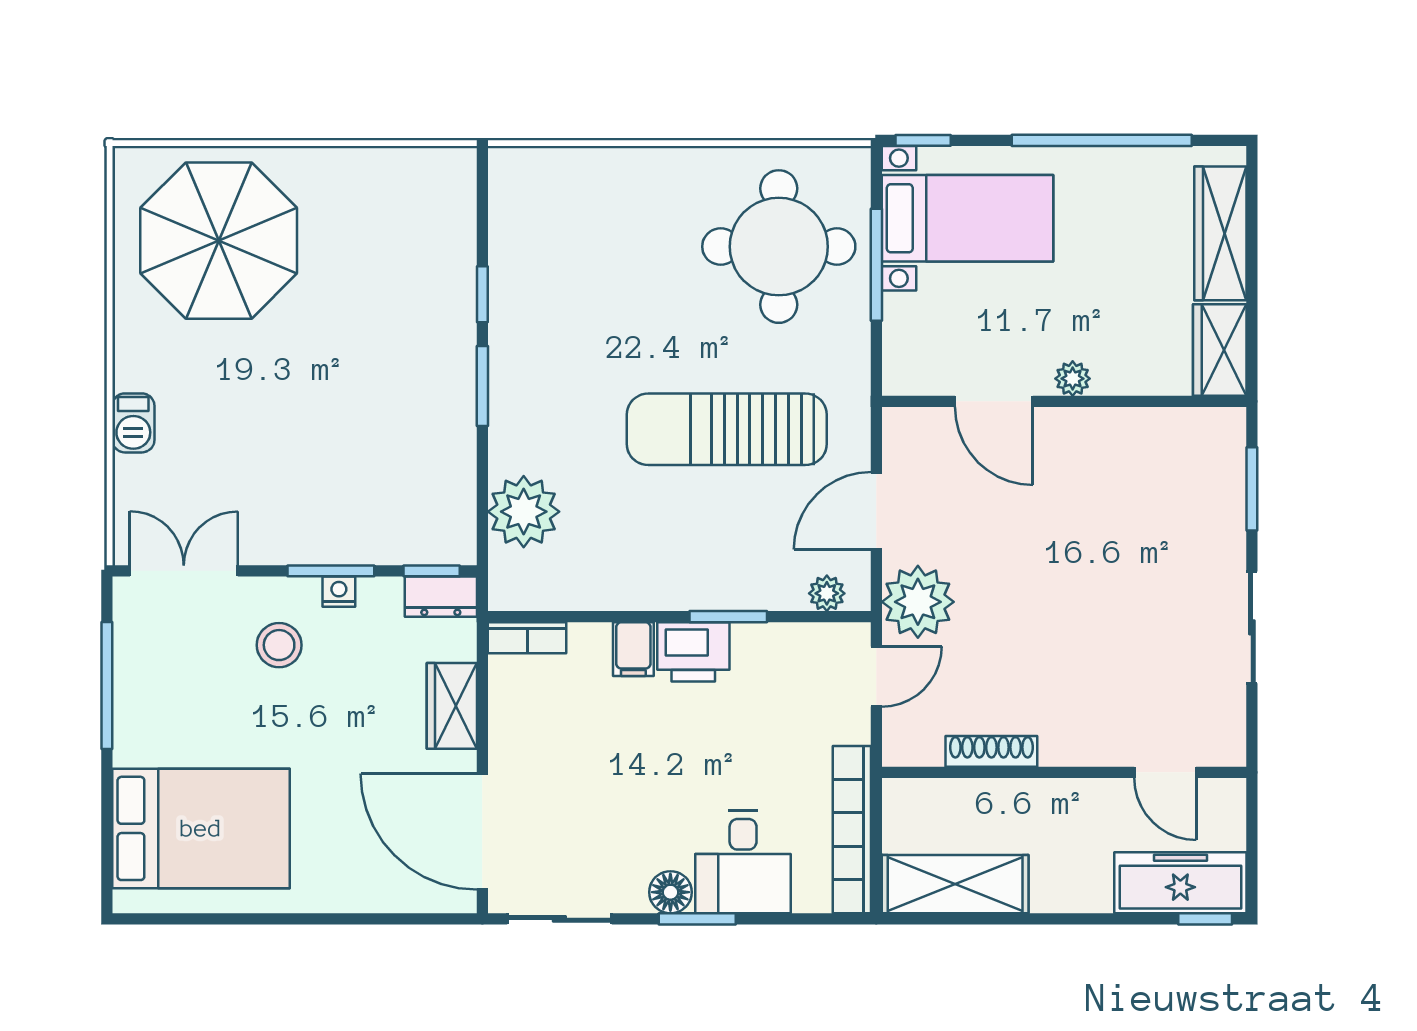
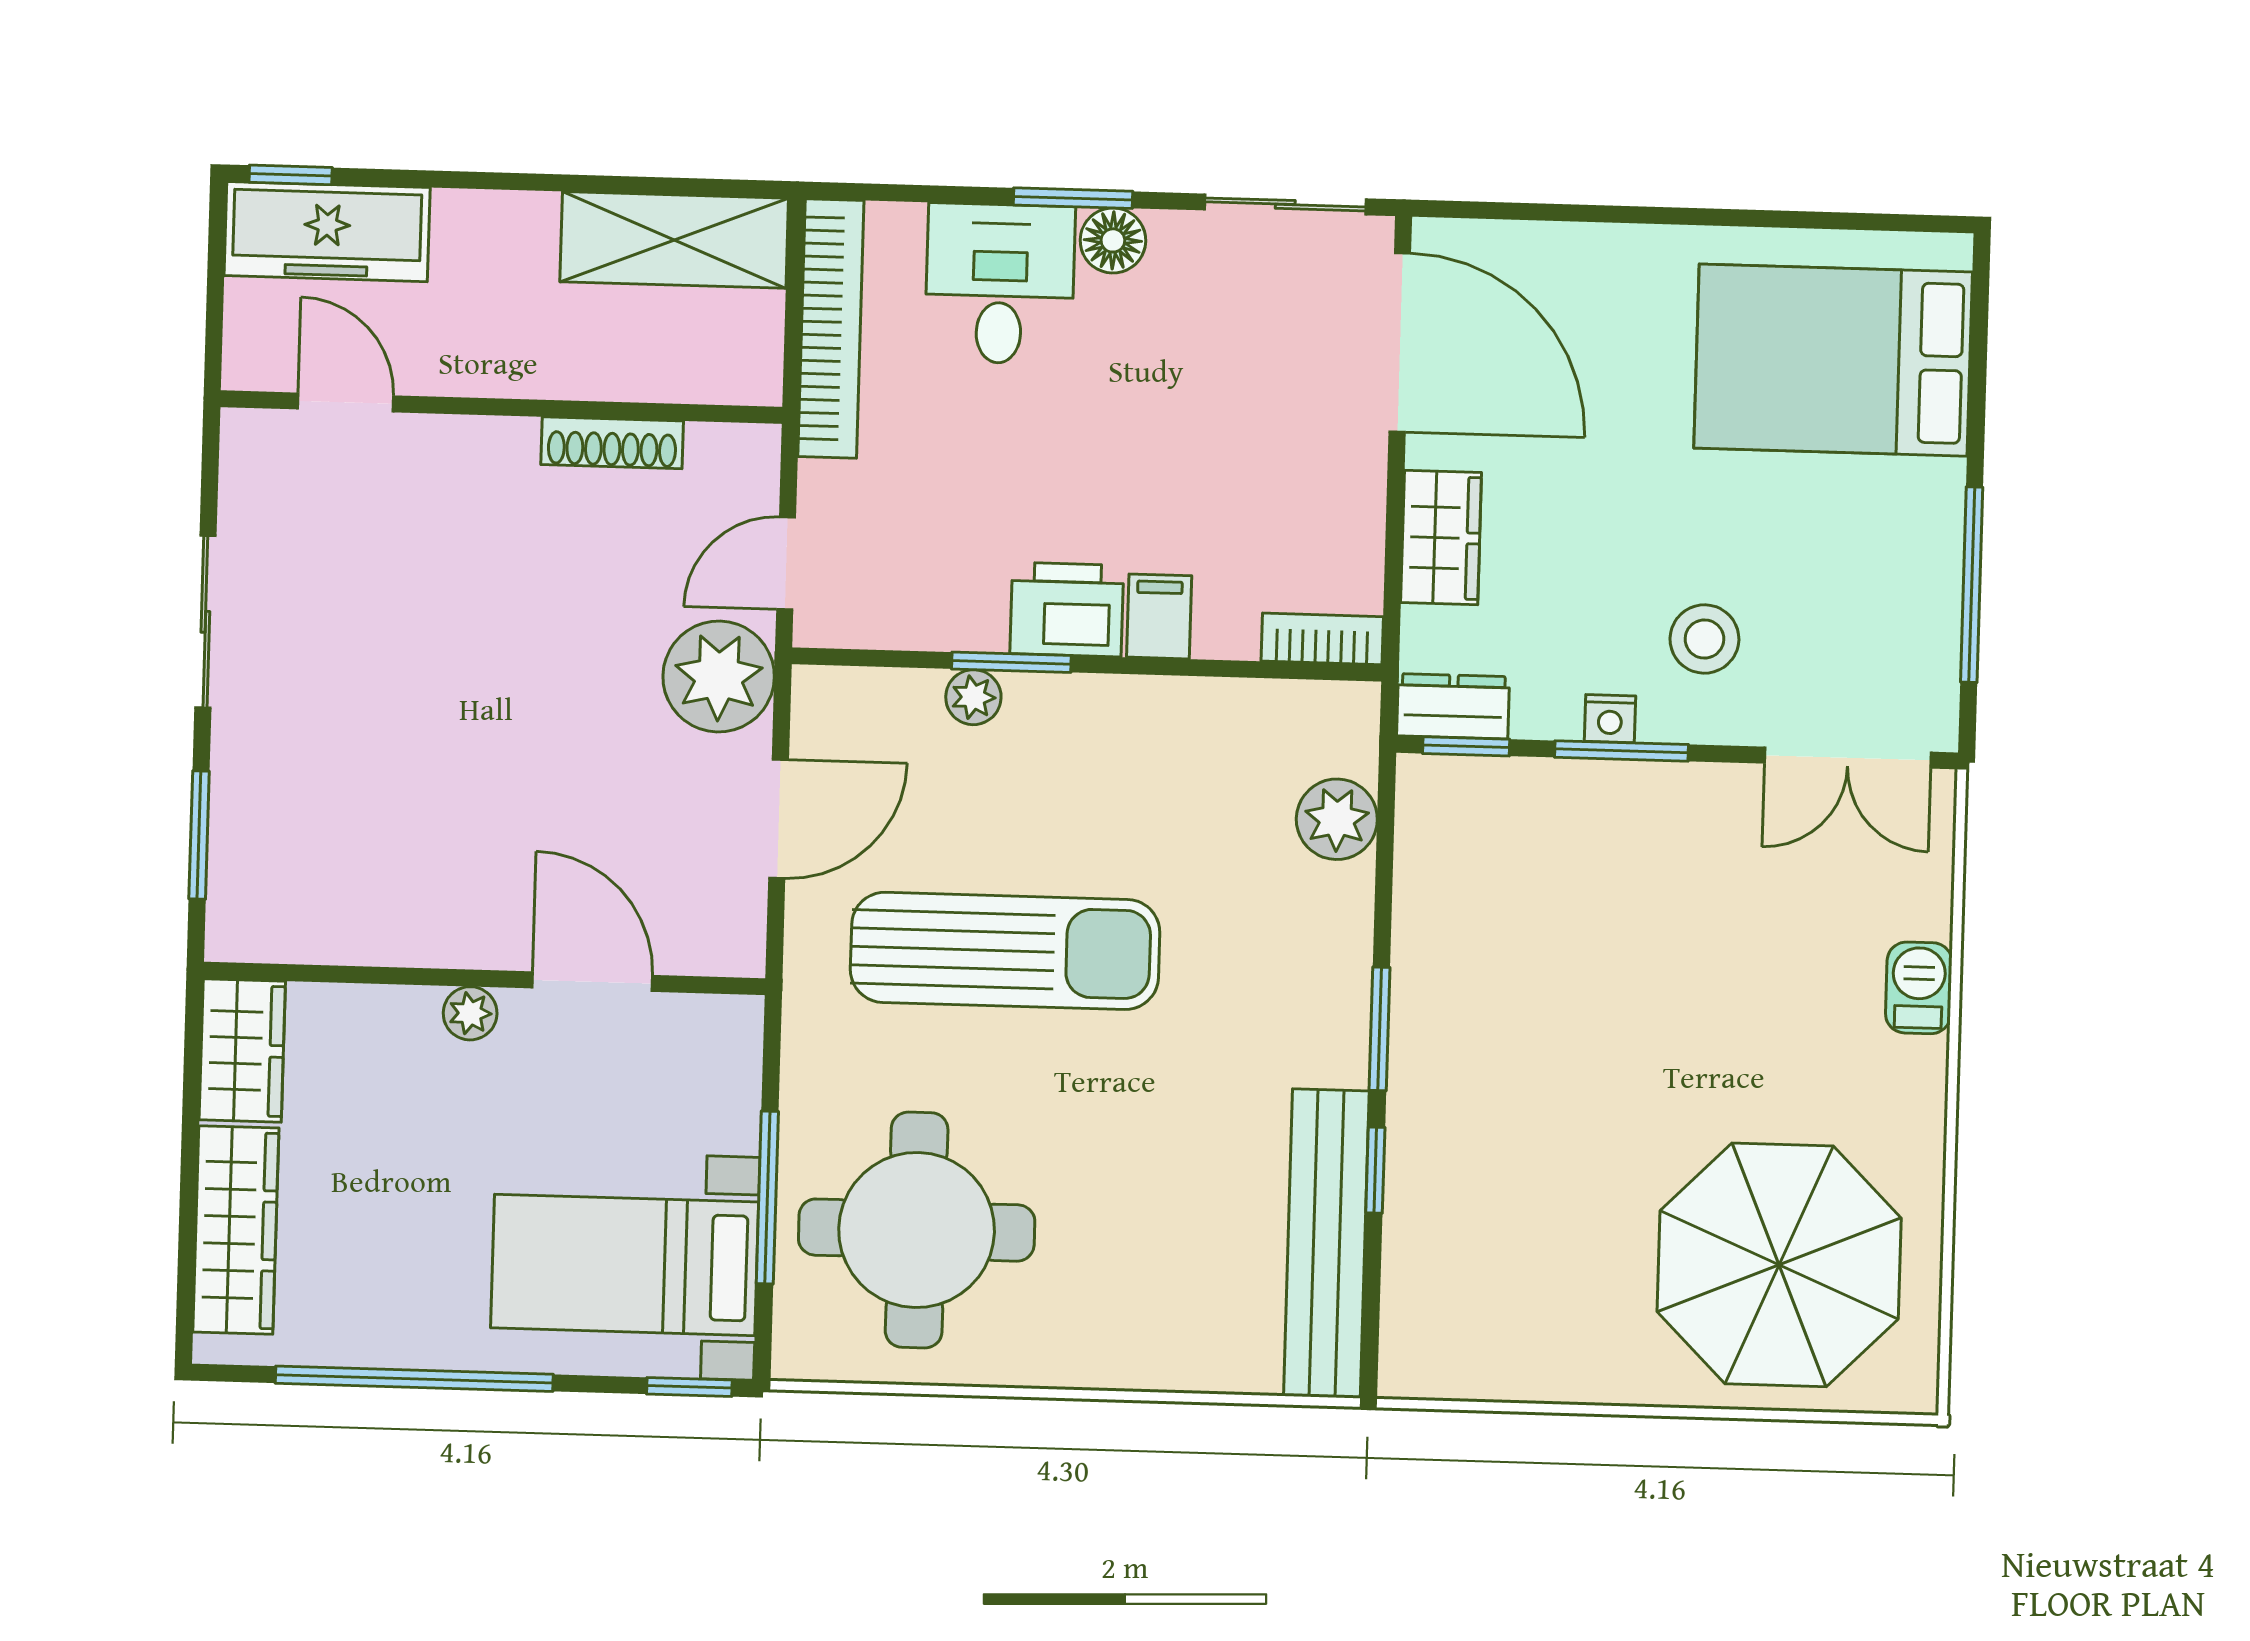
bench: (513, 246) -> (1326, 1243), added
plant: (524, 512) -> (1337, 819), width x0.73, depth x0.73
plant: (827, 593) -> (973, 697), moved

